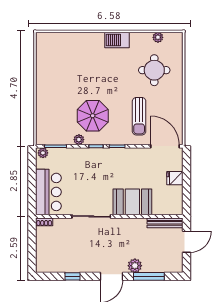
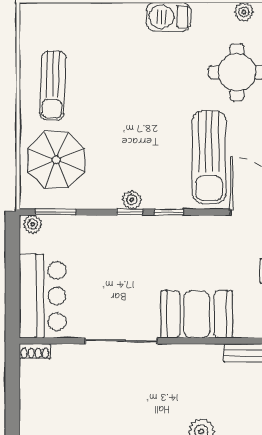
sun lounger: (54, 77) -> (53, 86), added
parasol: (93, 116) -> (56, 160), moved
sun lounger: (139, 116) -> (209, 157), width x1.36, depth x1.34
plant: (79, 140) -> (132, 200), moved

